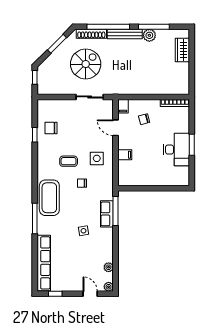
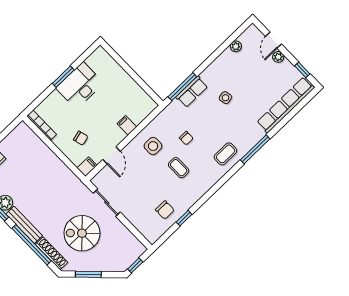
coffee table: (49, 198) -> (225, 154), width x0.54, depth x0.58
plant: (109, 287) -> (278, 57), moved

